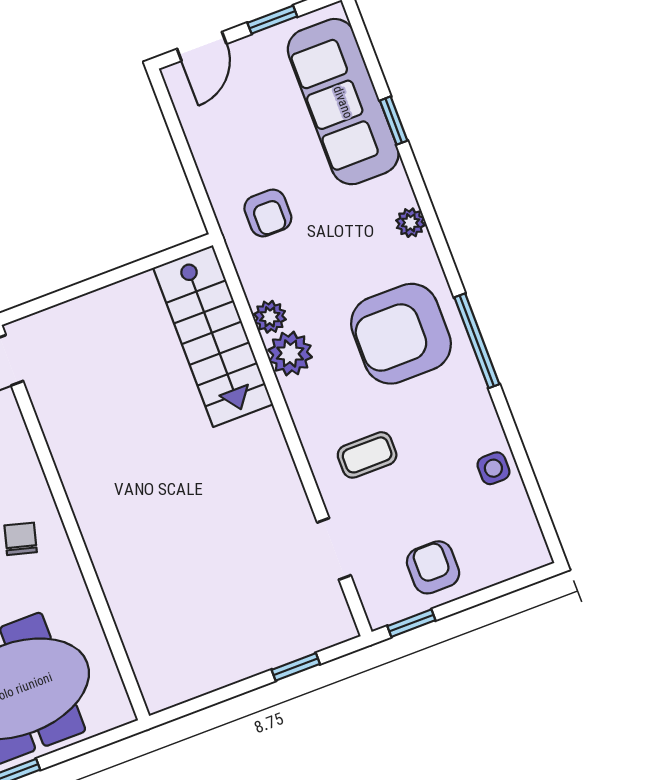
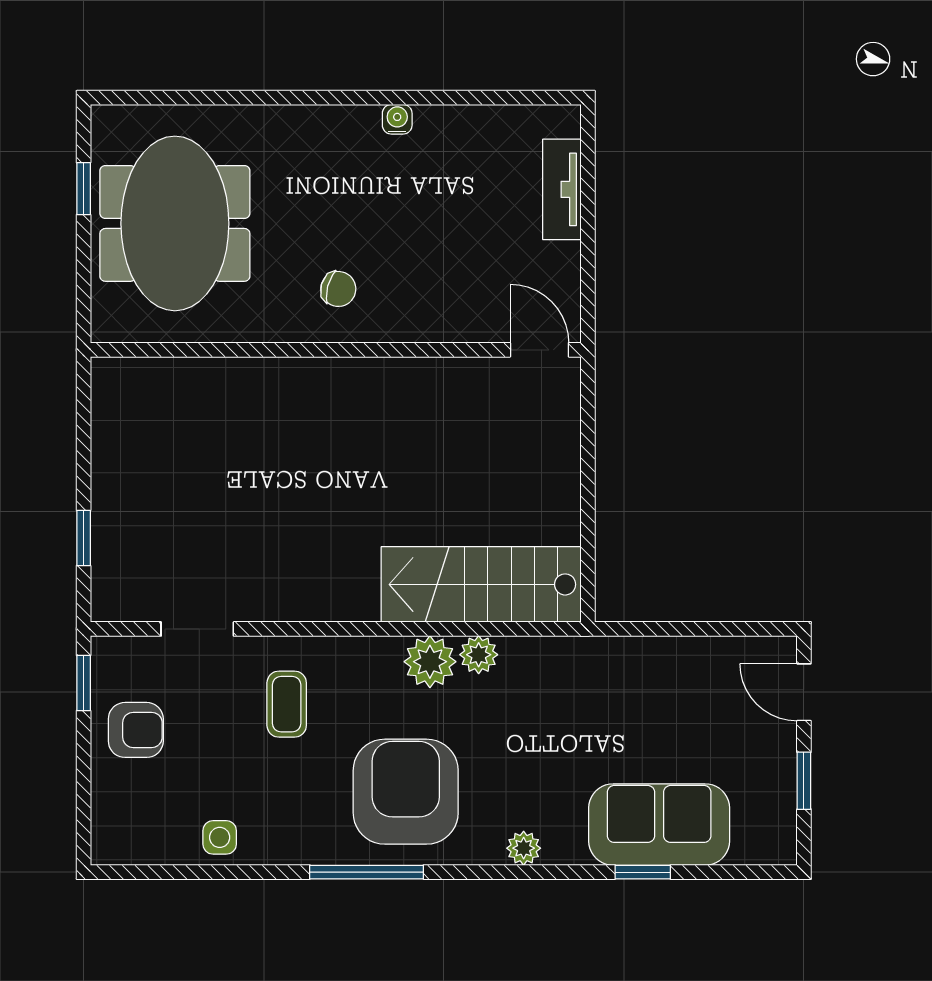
sofa: (343, 102) -> (659, 825), width x0.73
armchair: (268, 213) -> (593, 696), removed

